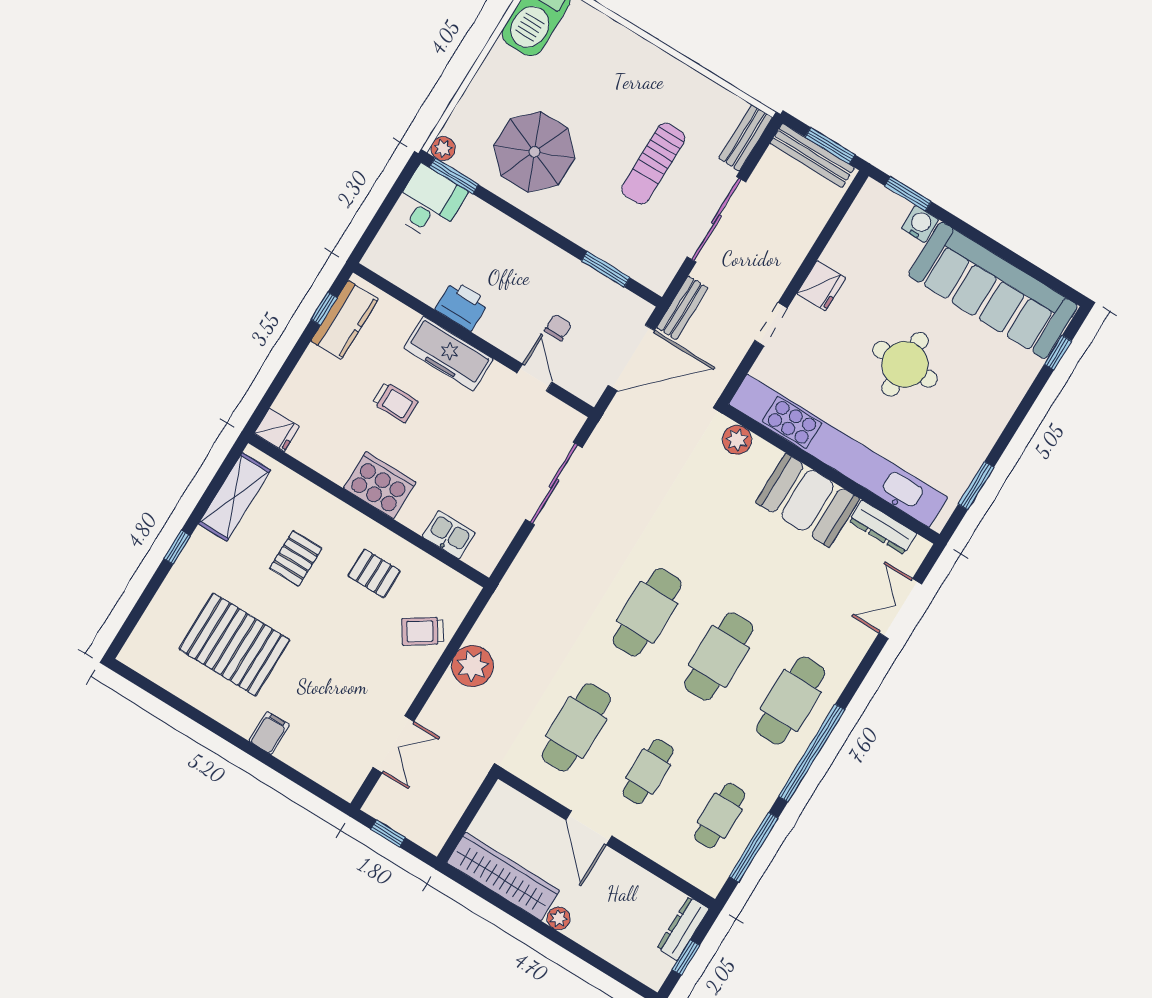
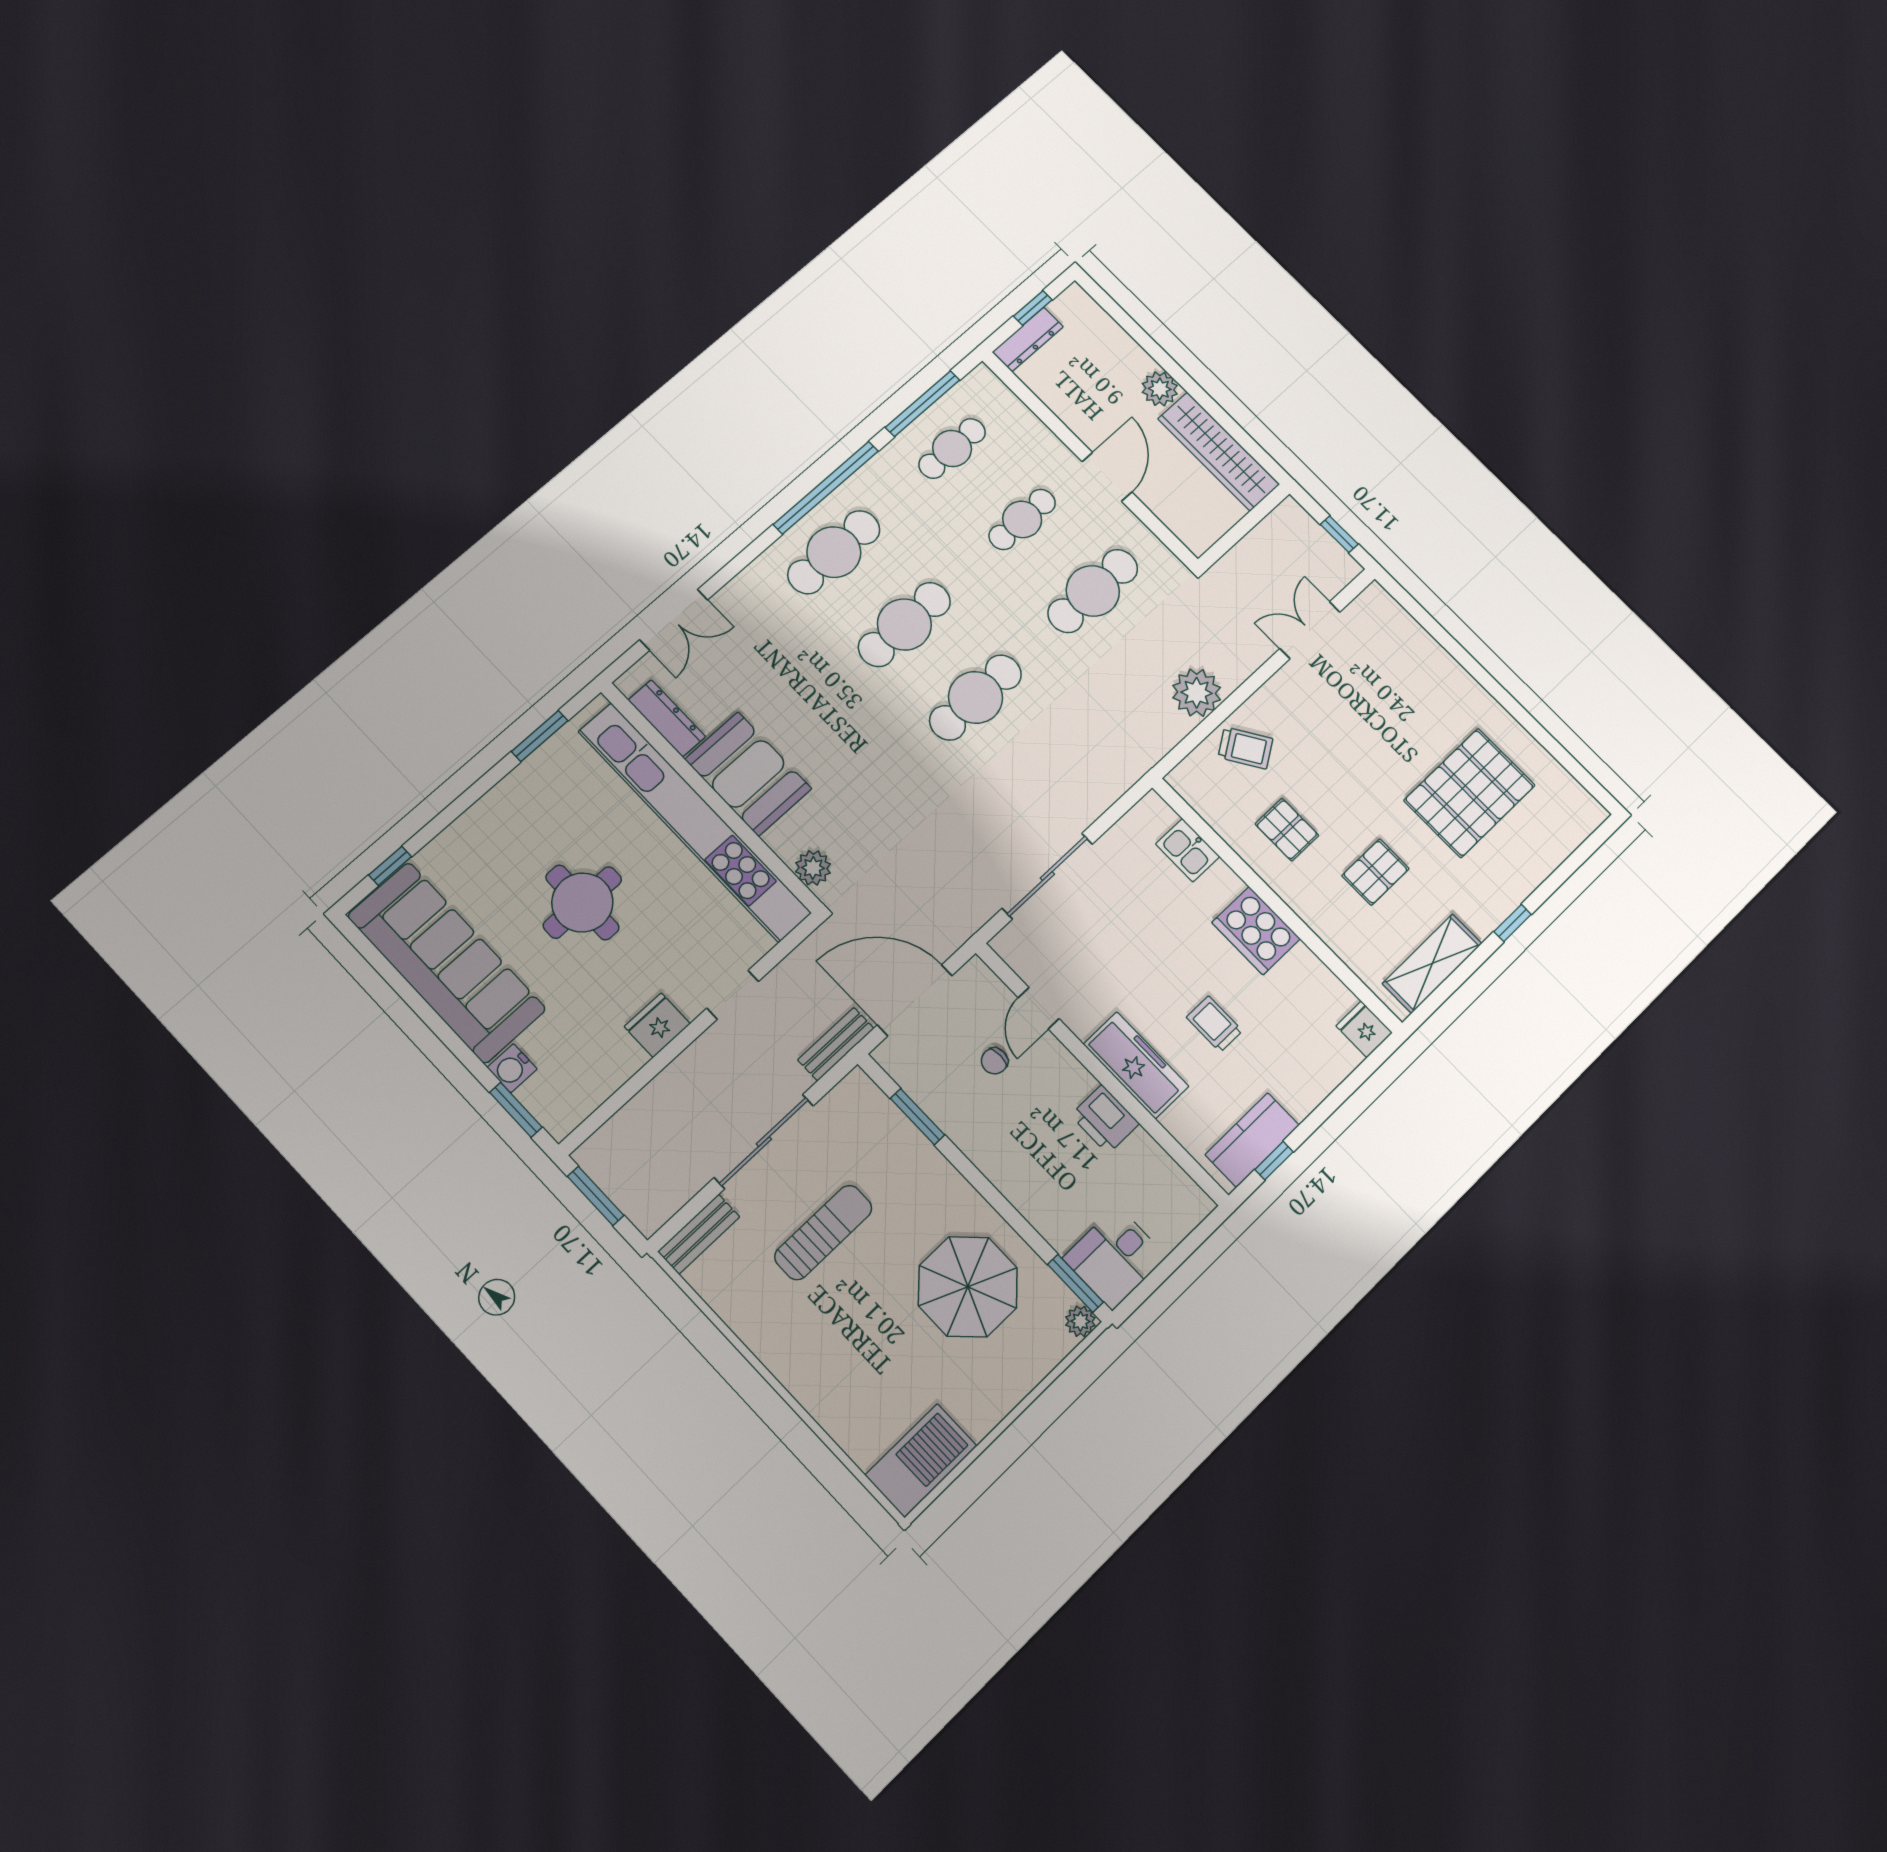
bench: (812, 155) -> (622, 1190), removed
pallet: (234, 644) -> (1469, 793), turned 90
filing cabinet: (269, 733) -> (1451, 682), removed
plant: (559, 918) -> (1160, 389), width x1.38, depth x1.38

